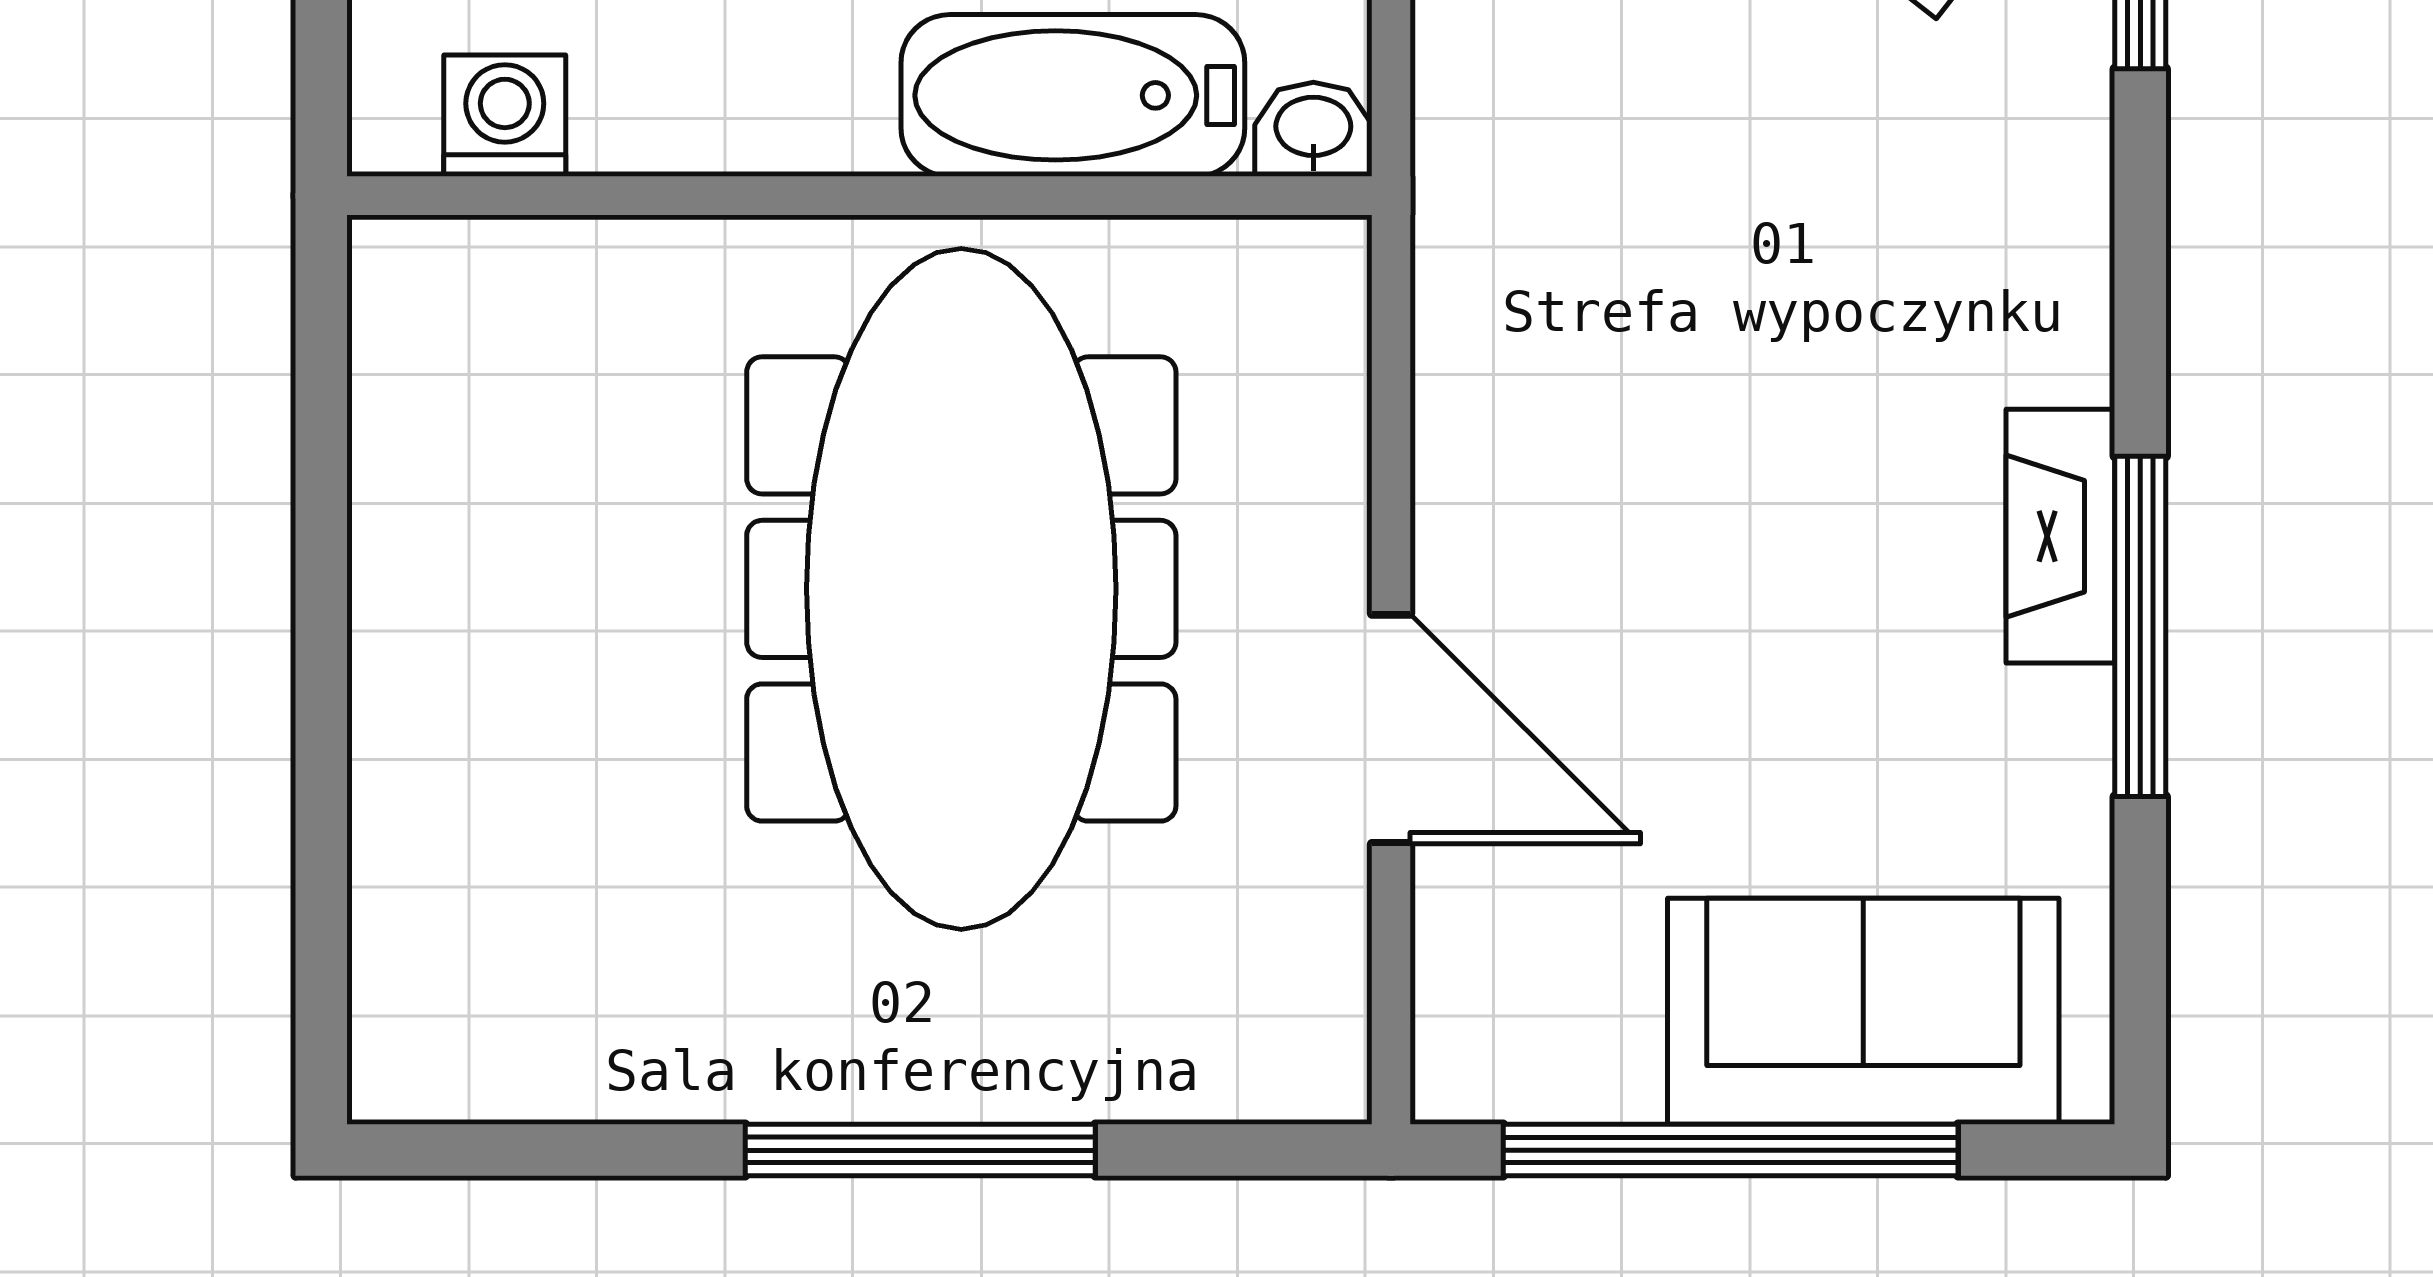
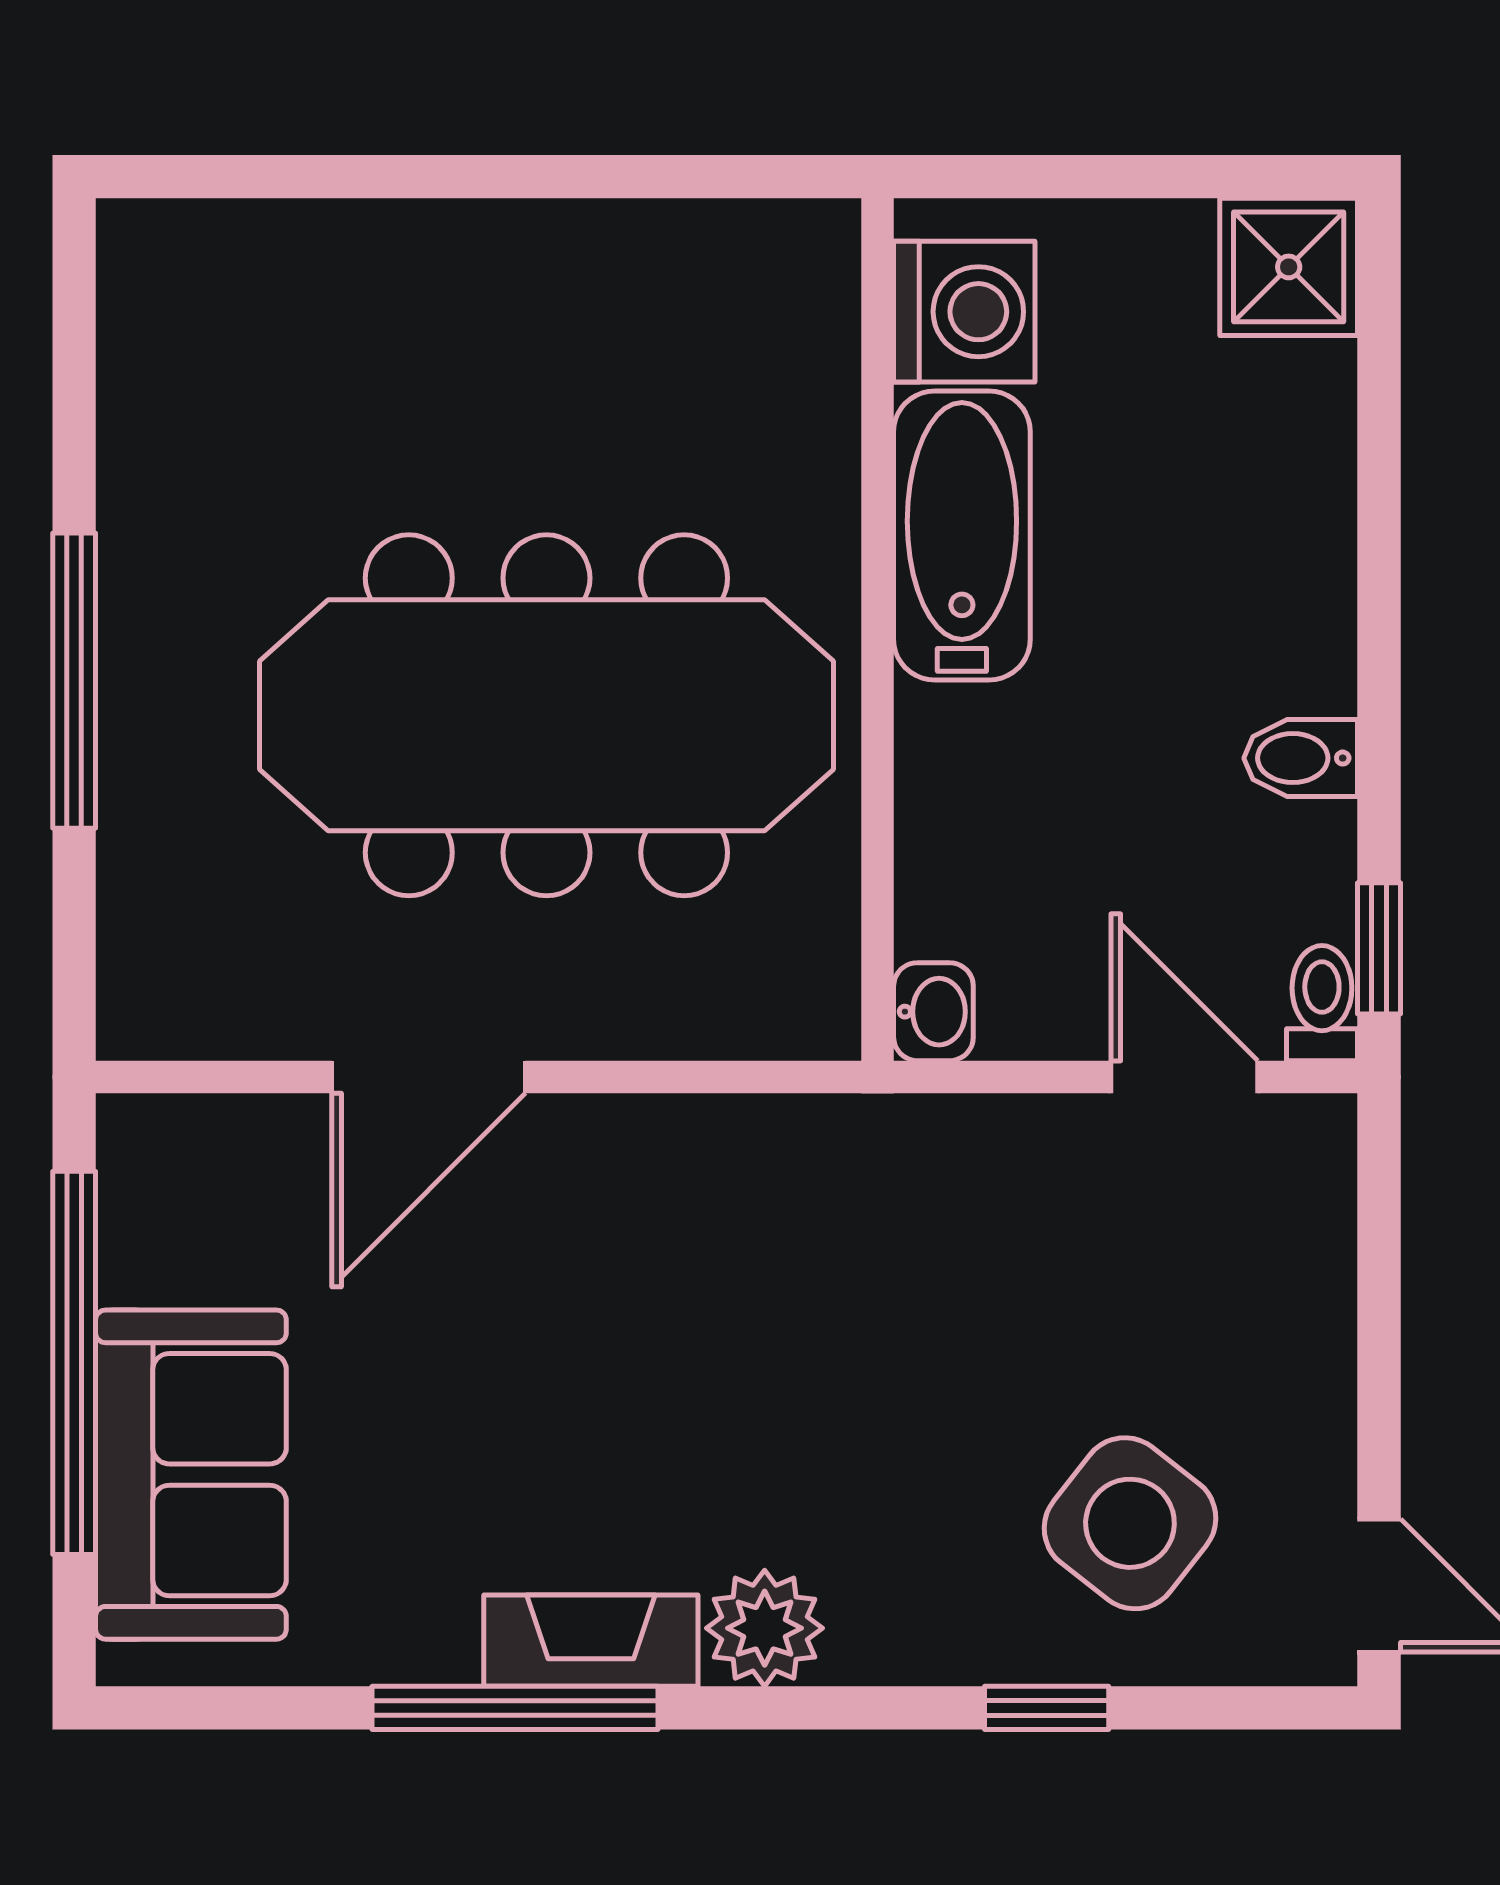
bathtub: (1073, 95) -> (962, 535), moved
washing machine: (505, 116) -> (964, 312), width x1.38, depth x1.38
plant: (2046, 330) -> (765, 1628), added

